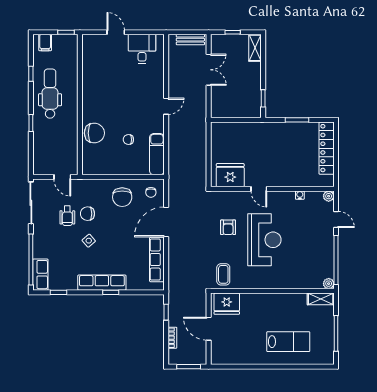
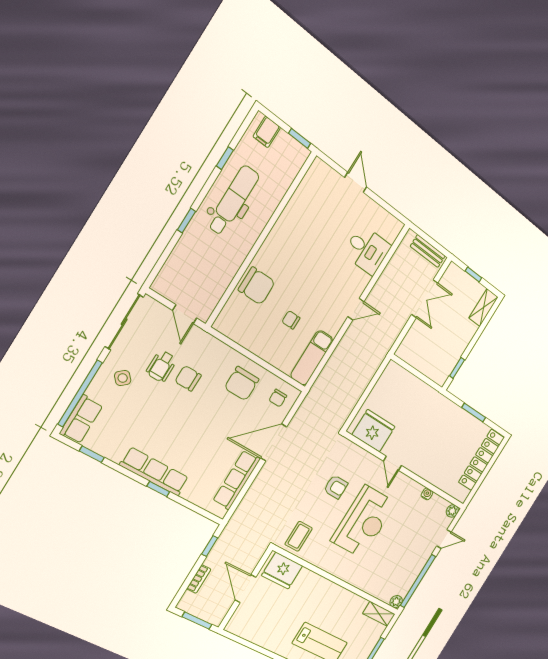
desk: (142, 49) -> (367, 250), moved, turned 90
door: (336, 219) -> (444, 539), hinge flipped
armchair: (228, 227) -> (336, 487), turned -90
side table: (89, 241) -> (123, 378), moved

